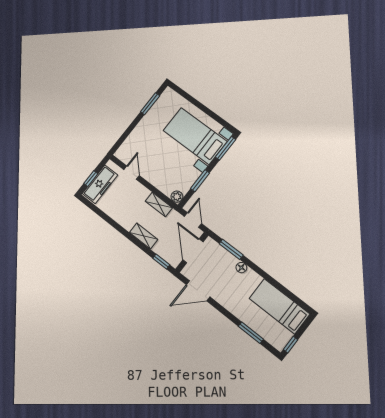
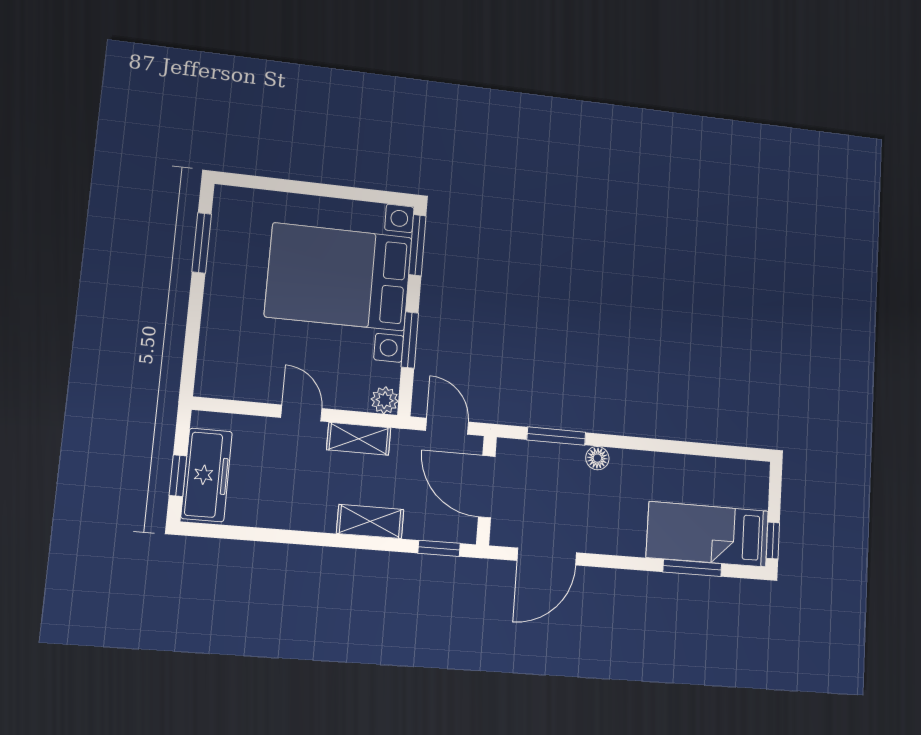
bed with nightstands: (195, 136) -> (339, 277), width x1.36
door: (132, 173) -> (301, 413), moved
bed: (279, 306) -> (708, 534), moved

